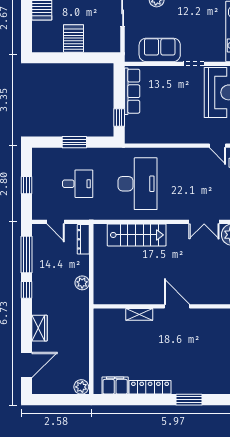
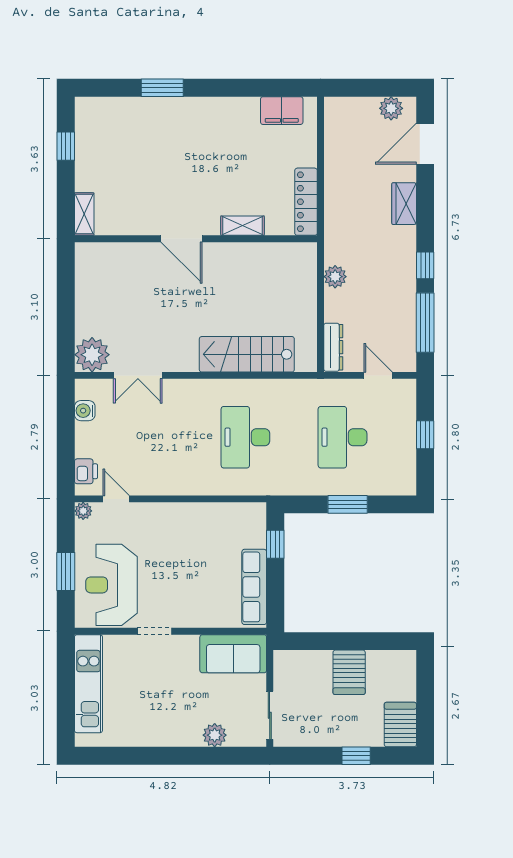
sofa: (160, 50) -> (233, 654), moved
desk: (78, 184) -> (343, 437), width x1.37
desk: (138, 184) -> (245, 437), width x0.73, depth x0.77
double door: (204, 222) -> (138, 375), swing flipped
plant: (81, 387) -> (391, 108), moved
locker: (150, 387) -> (306, 202), moved, turned 90

